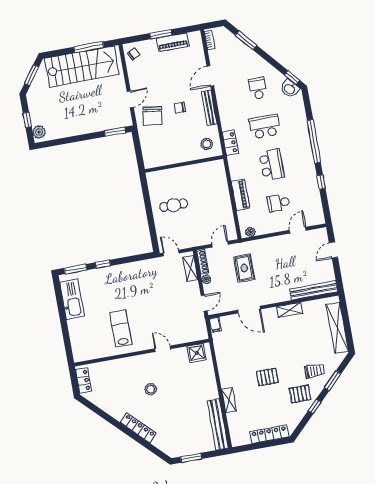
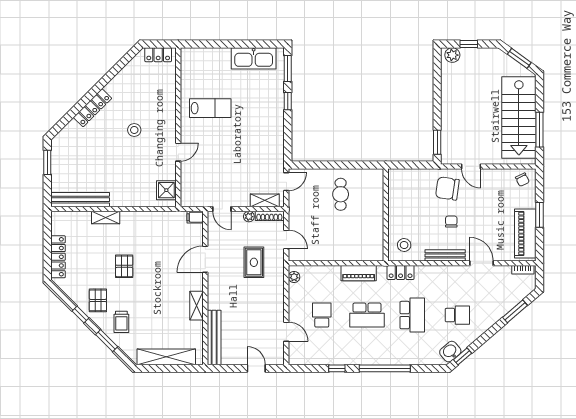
piano: (173, 42) -> (525, 234), width x1.37, depth x1.33
piano: (240, 195) -> (359, 273), moved
rug: (244, 268) -> (254, 262), turned 90

